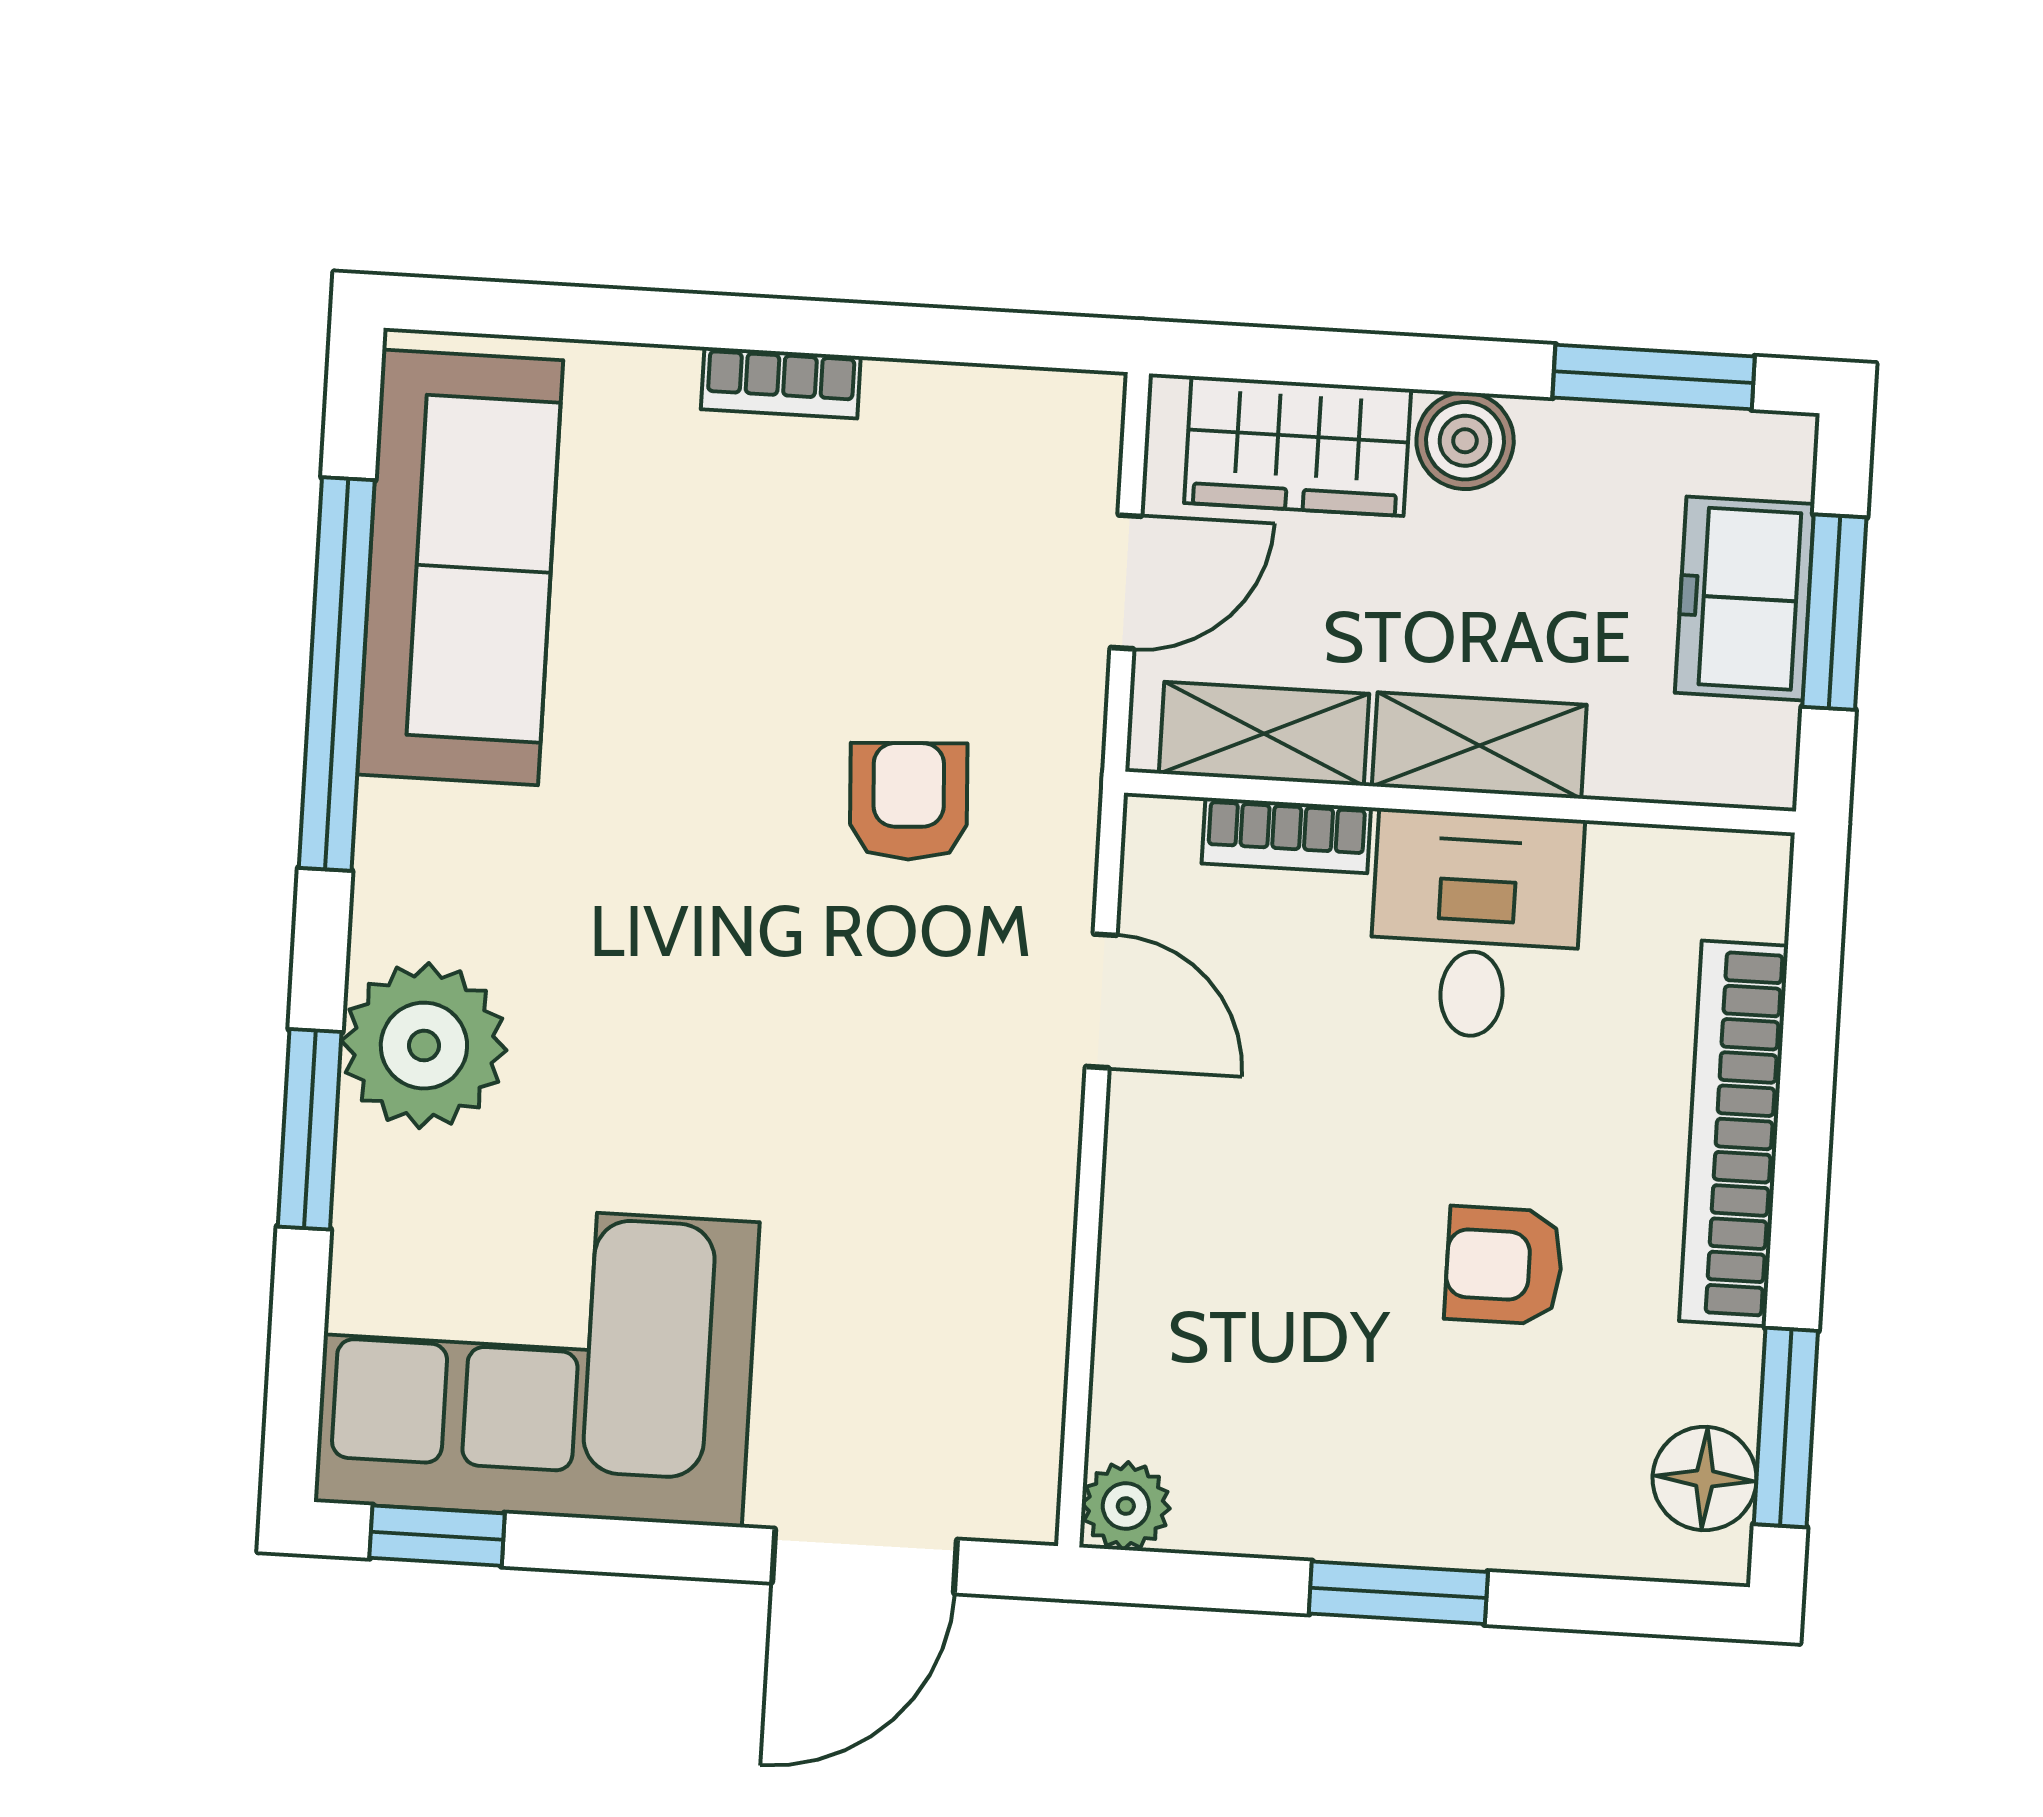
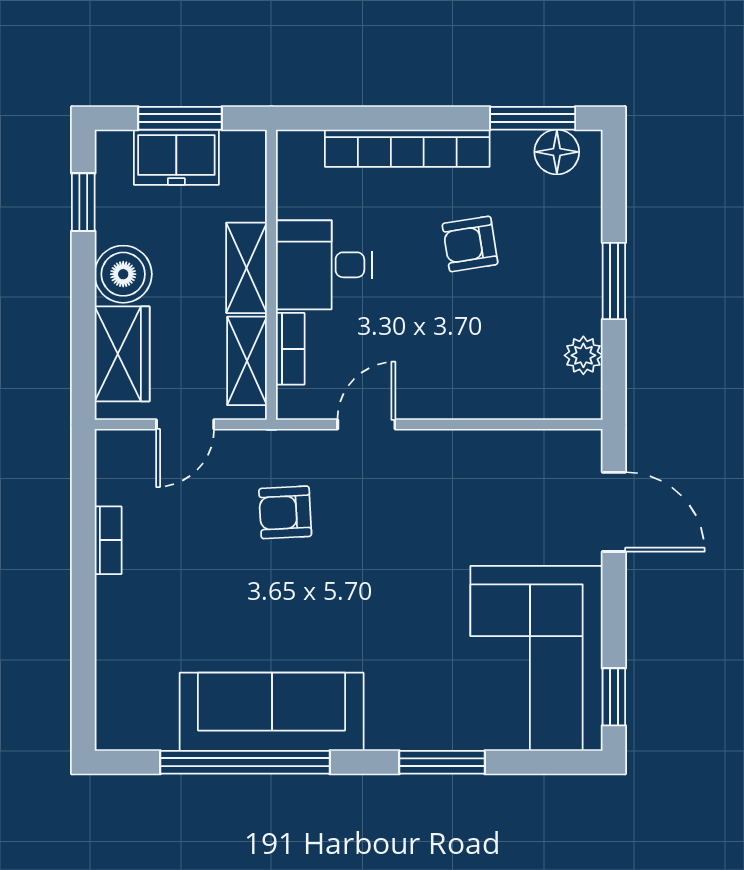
window: (1654, 377) -> (83, 202), width x0.67
bookcase: (781, 383) -> (108, 540), moved
boiler: (1465, 441) -> (123, 274), width x1.36, depth x1.36
sofa: (460, 567) -> (272, 712), moved
door: (1126, 582) -> (185, 424), swing flipped
plant: (424, 1046) -> (403, 715), removed
armchair: (1504, 1265) -> (470, 244), turned 81
plant: (1126, 1506) -> (583, 355), moved

